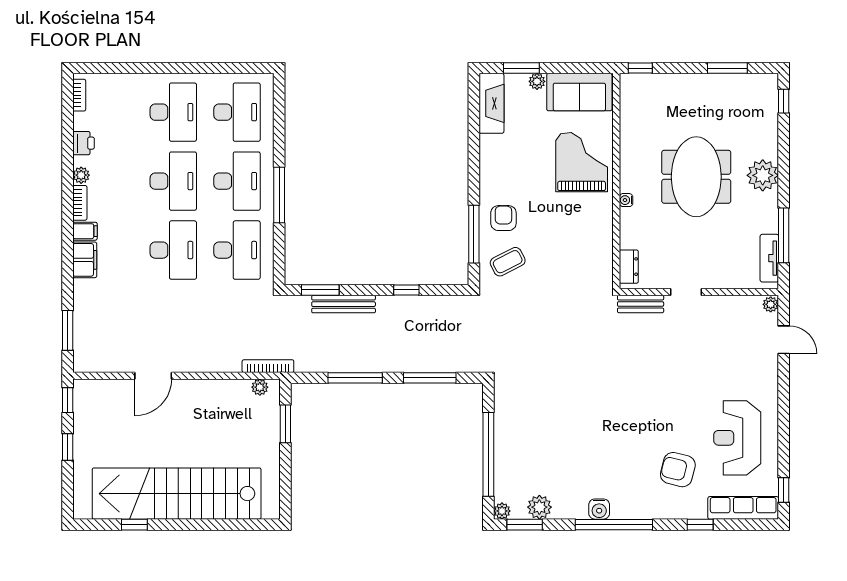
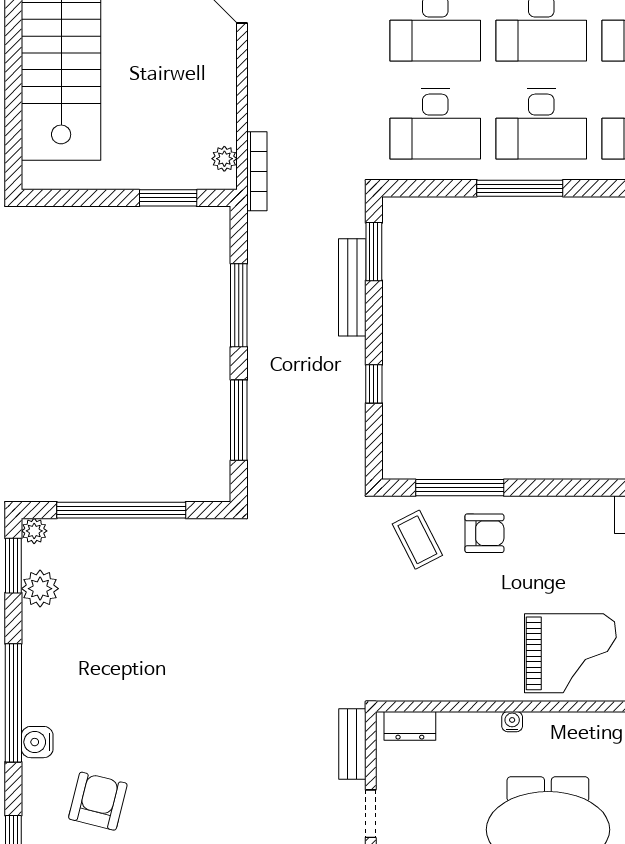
water cooler: (599, 509) -> (37, 742), moved

